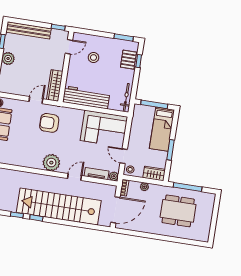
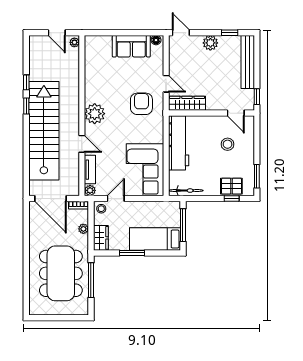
dining table: (178, 211) -> (61, 273), width x1.36, depth x1.24

